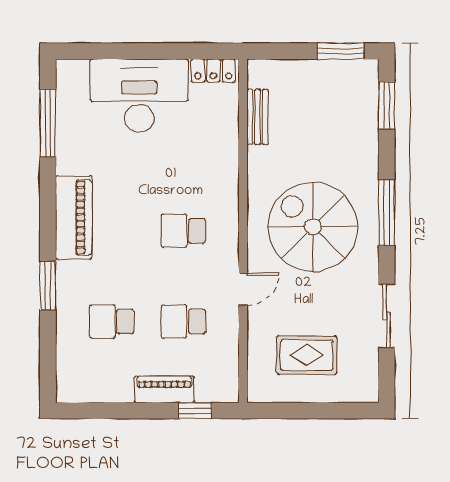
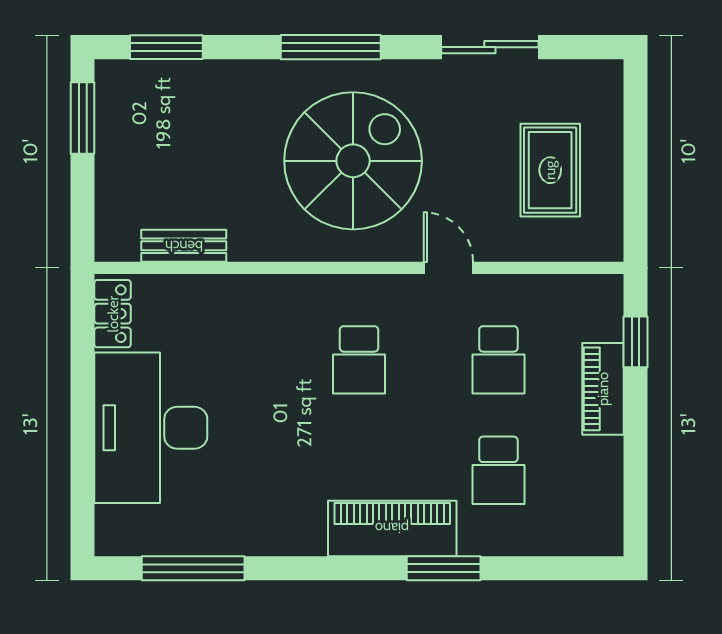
piano: (74, 218) -> (392, 528), moved
spiral stairs: (313, 227) -> (353, 161), turned 180

